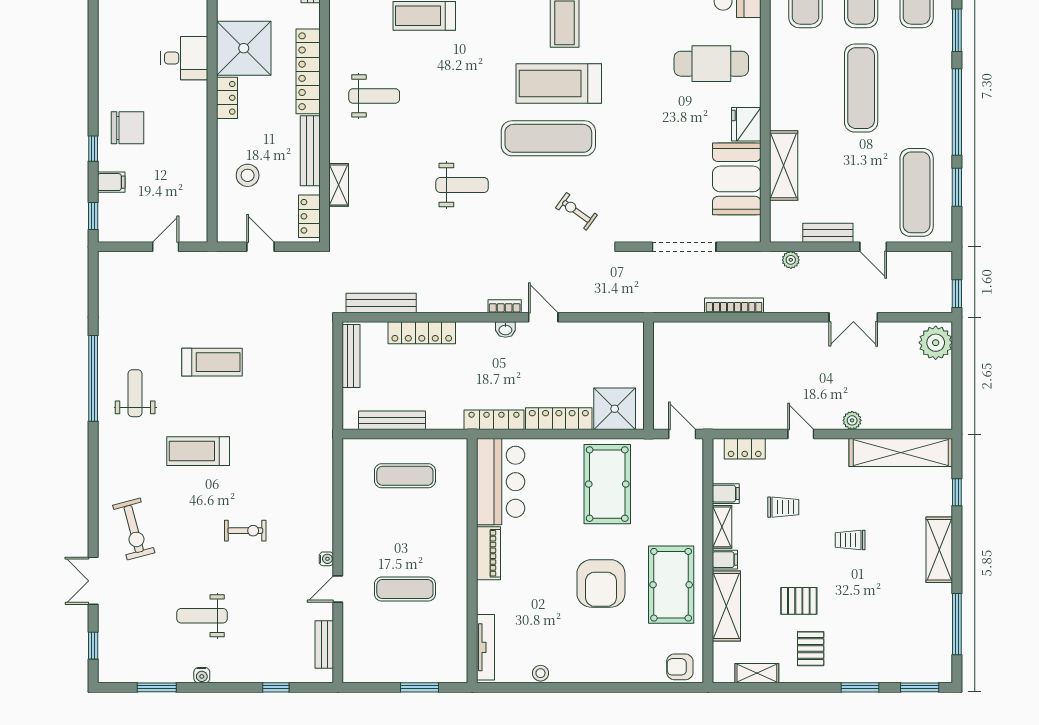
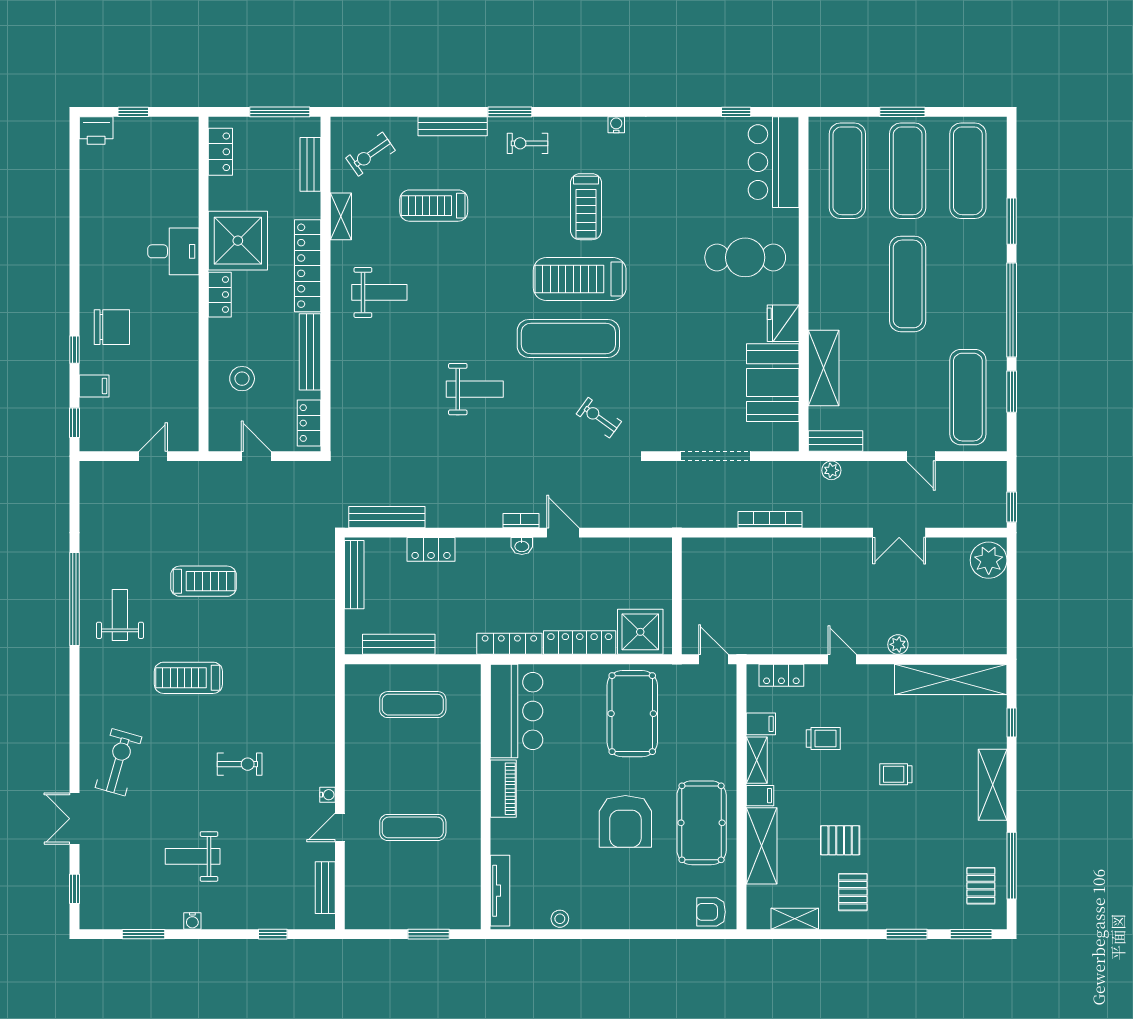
shelving: (339, 185) -> (341, 216), moved
bench: (828, 233) -> (836, 441), moved
locker: (422, 333) -> (431, 549), width x0.66
exercise bike: (134, 529) -> (118, 762), turned -149
pallet: (929, 643) -> (981, 886), added

